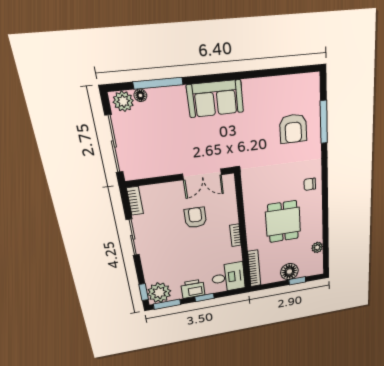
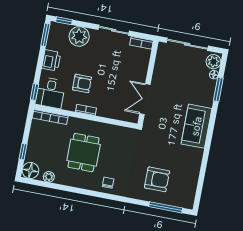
window: (158, 83) -> (218, 90), width x0.69
window: (324, 122) -> (166, 207), moved
armchair: (293, 129) -> (157, 179), turned 180
armchair: (195, 218) -> (82, 83), moved
dining table: (283, 222) -> (84, 153), turned 90
floor lamp: (289, 272) -> (30, 170), moved
plant: (159, 293) -> (79, 36), moved
window: (205, 298) -> (34, 92), moved

